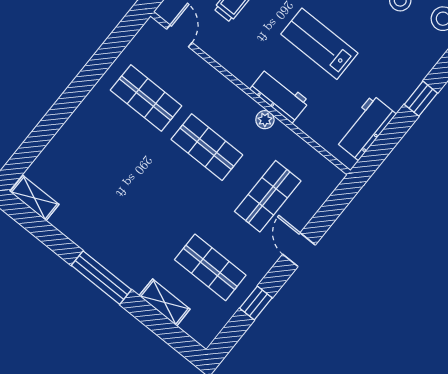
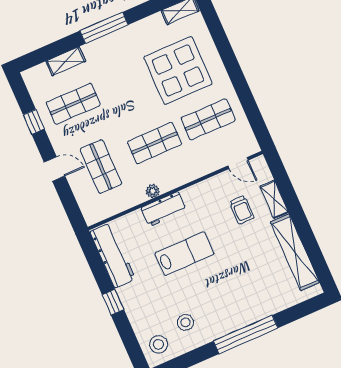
workbench: (365, 128) -> (113, 255), width x1.38
display table: (107, 164) -> (178, 70), added

